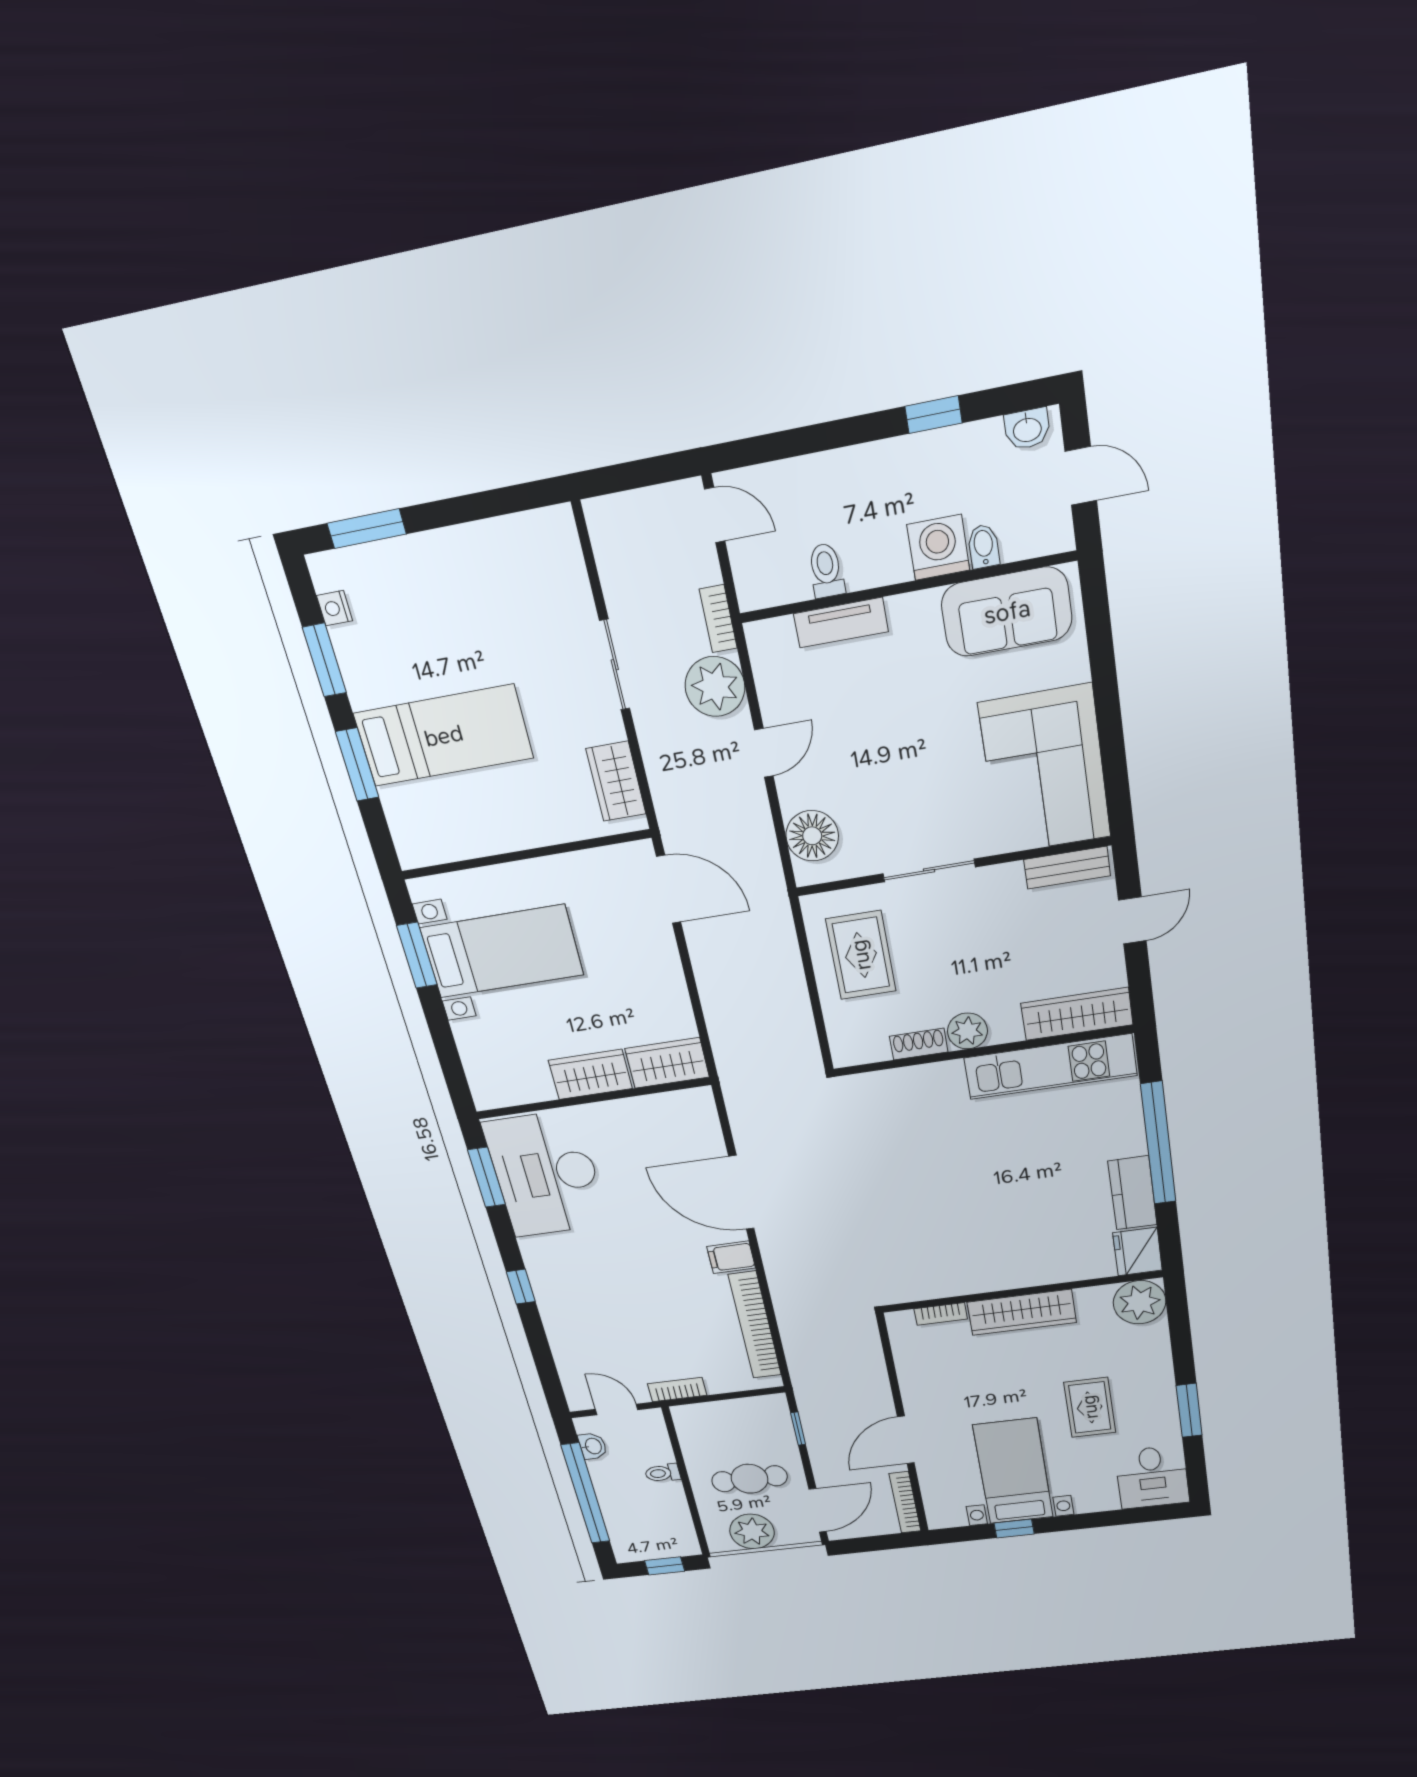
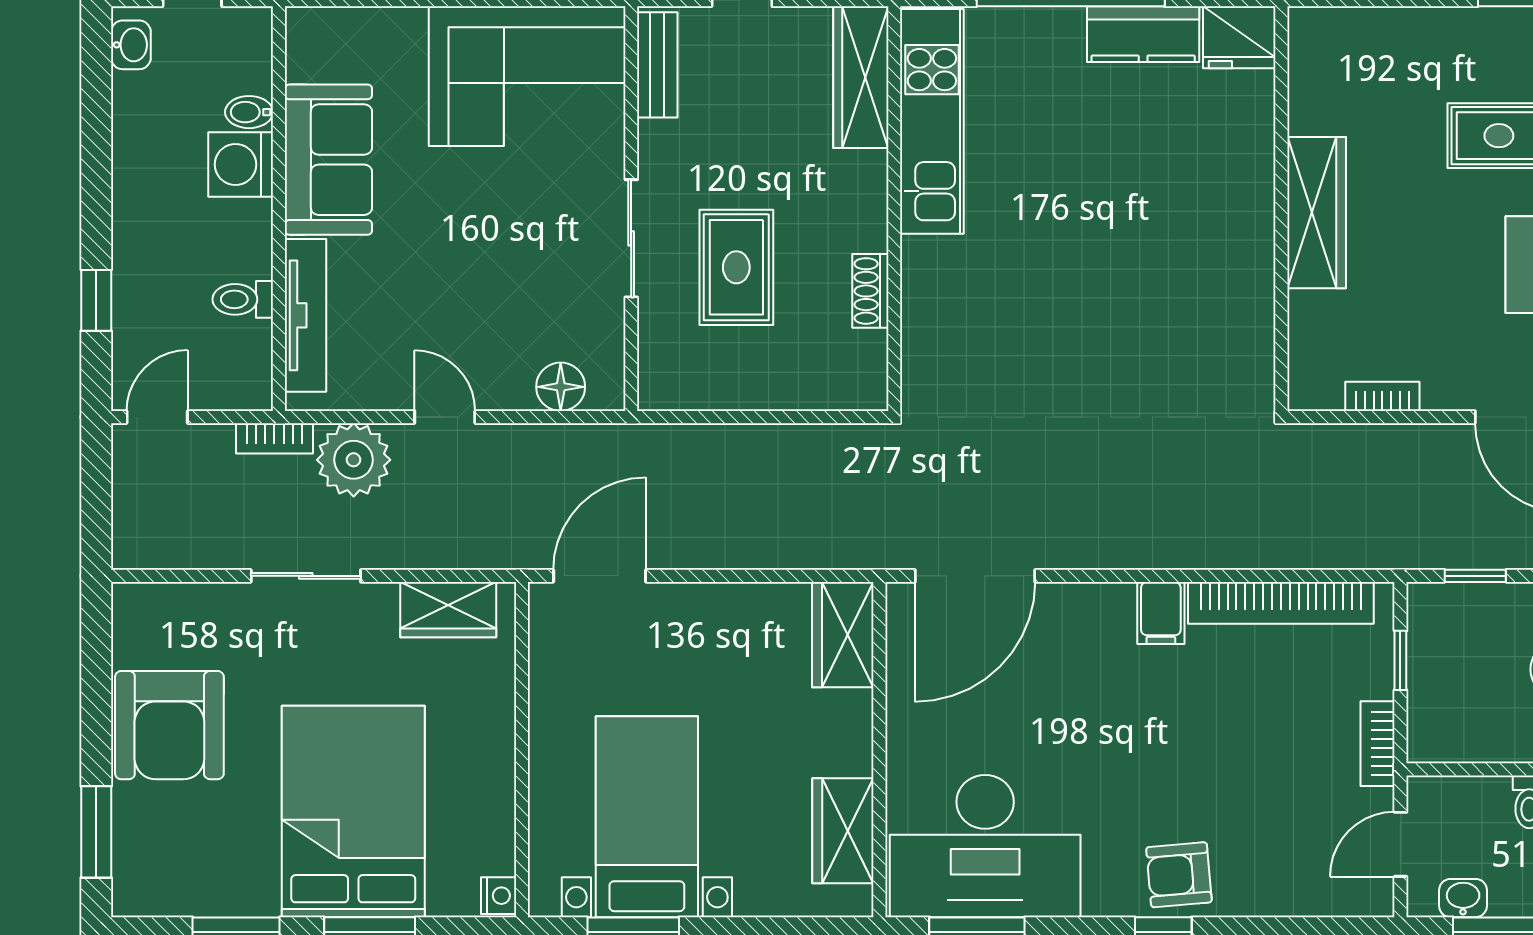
window: (933, 415) -> (96, 300), moved
armchair: (469, 574) -> (169, 725), added
nightstand: (335, 608) -> (499, 896), moved, turned -90
sofa: (1007, 612) -> (328, 160), moved
tv unit: (841, 623) -> (306, 315), width x1.41
bed: (444, 736) -> (353, 811), width x1.50
floor lamp: (812, 836) -> (561, 387), width x0.73, depth x0.73
rug: (861, 955) -> (736, 267), moved, turned 90
plant: (967, 1031) -> (862, 224), removed
wardrobe: (590, 1074) -> (843, 831), moved
door: (741, 1193) -> (975, 576), moved
armchair: (561, 1291) -> (1179, 875), added
plant: (1140, 1302) -> (1325, 43), removed
bookcase: (941, 1314) -> (1382, 396), moved, turned -90
window: (734, 1395) -> (1400, 660), added

